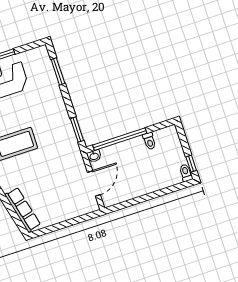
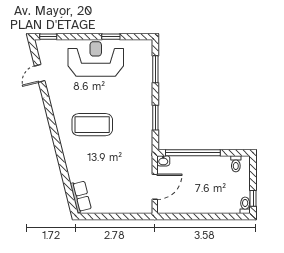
window: (77, 130) -> (155, 118), moved
toilet: (149, 141) -> (236, 164), moved
row of seats: (23, 210) -> (81, 197), width x0.68

